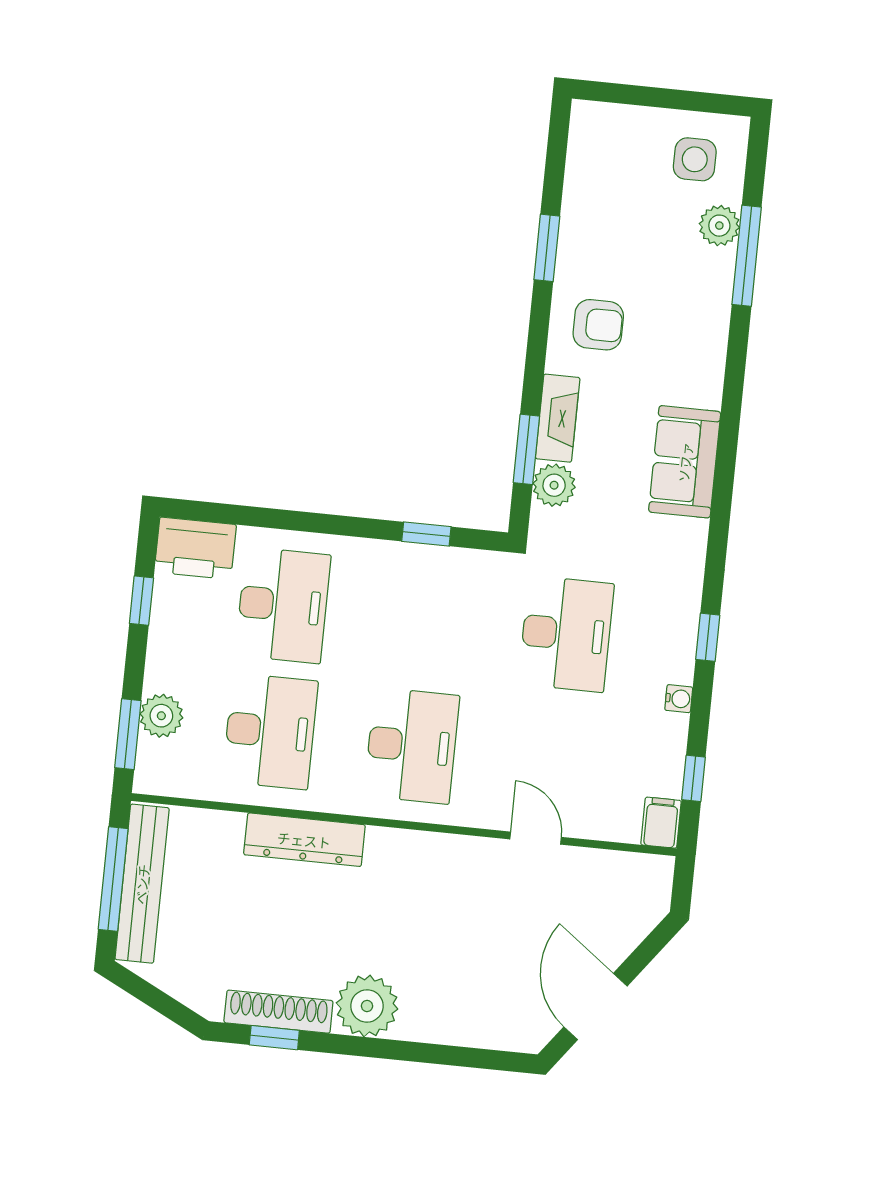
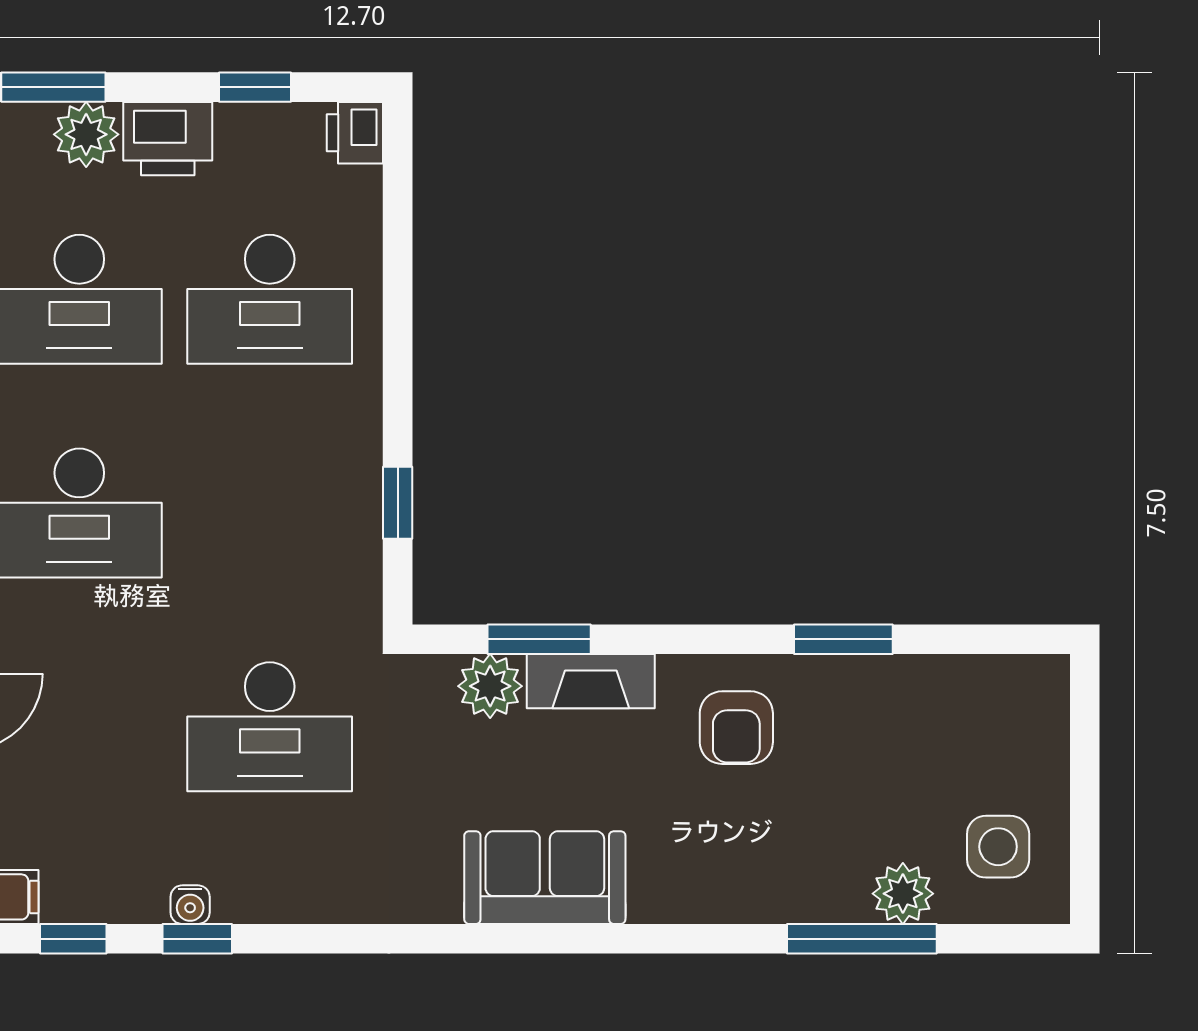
printer: (195, 548) -> (355, 133), width x0.53, depth x0.68
window: (708, 637) -> (197, 939), moved
printer: (170, 662) -> (168, 139), added

